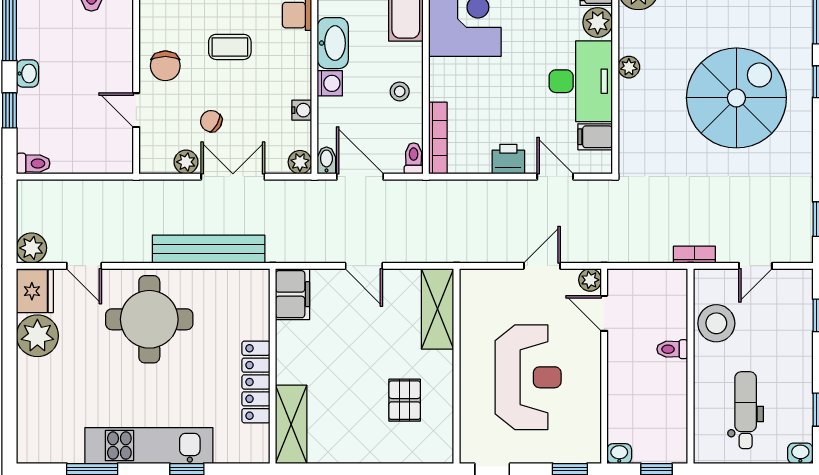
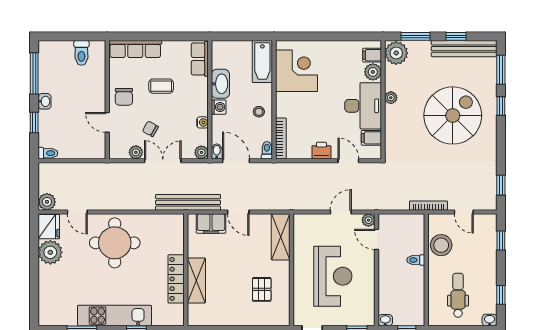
bench: (209, 249) -> (188, 202), moved
bookcase: (694, 255) -> (428, 206), width x1.56
door: (755, 266) -> (464, 212), hinge flipped
filing cabinet: (293, 294) -> (211, 223), moved, turned 90
shelving: (291, 424) -> (196, 280), moved

